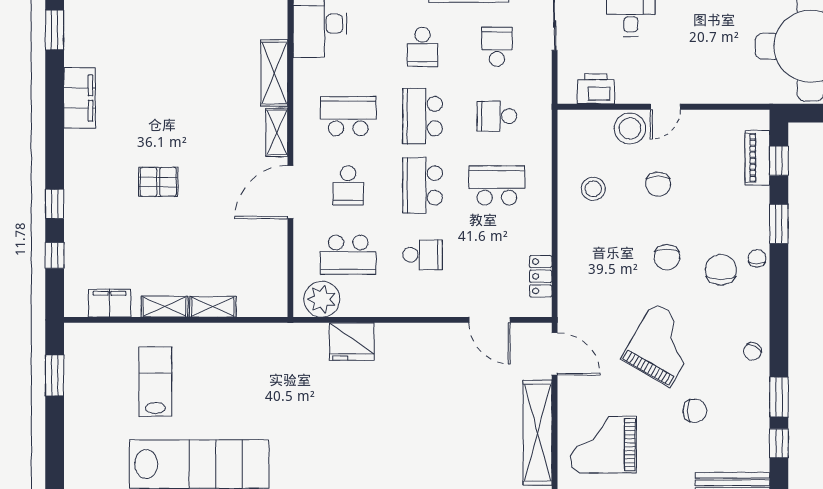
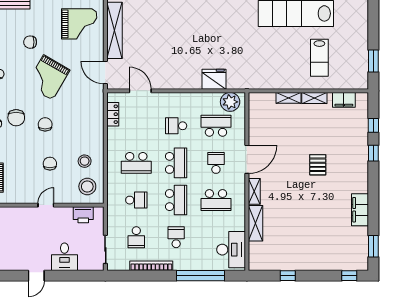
stool: (630, 128) -> (87, 186), moved
pallet: (158, 182) -> (318, 165), turned 90

